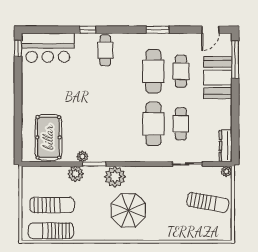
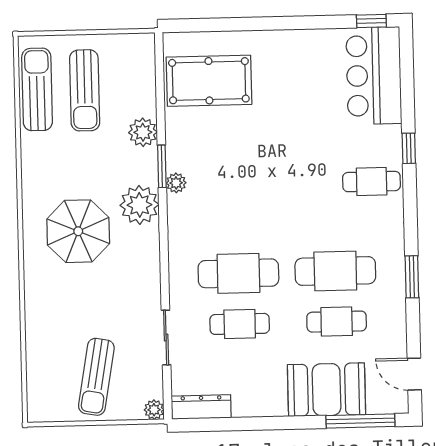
plant: (82, 157) -> (176, 183), moved

